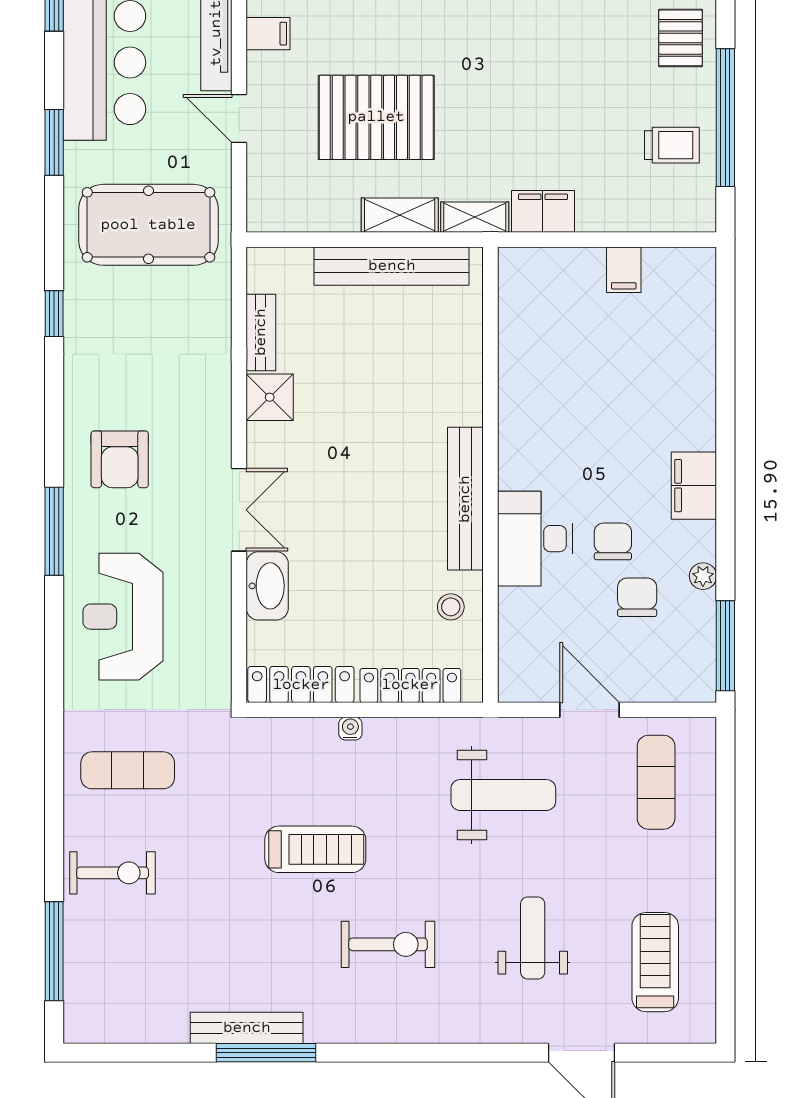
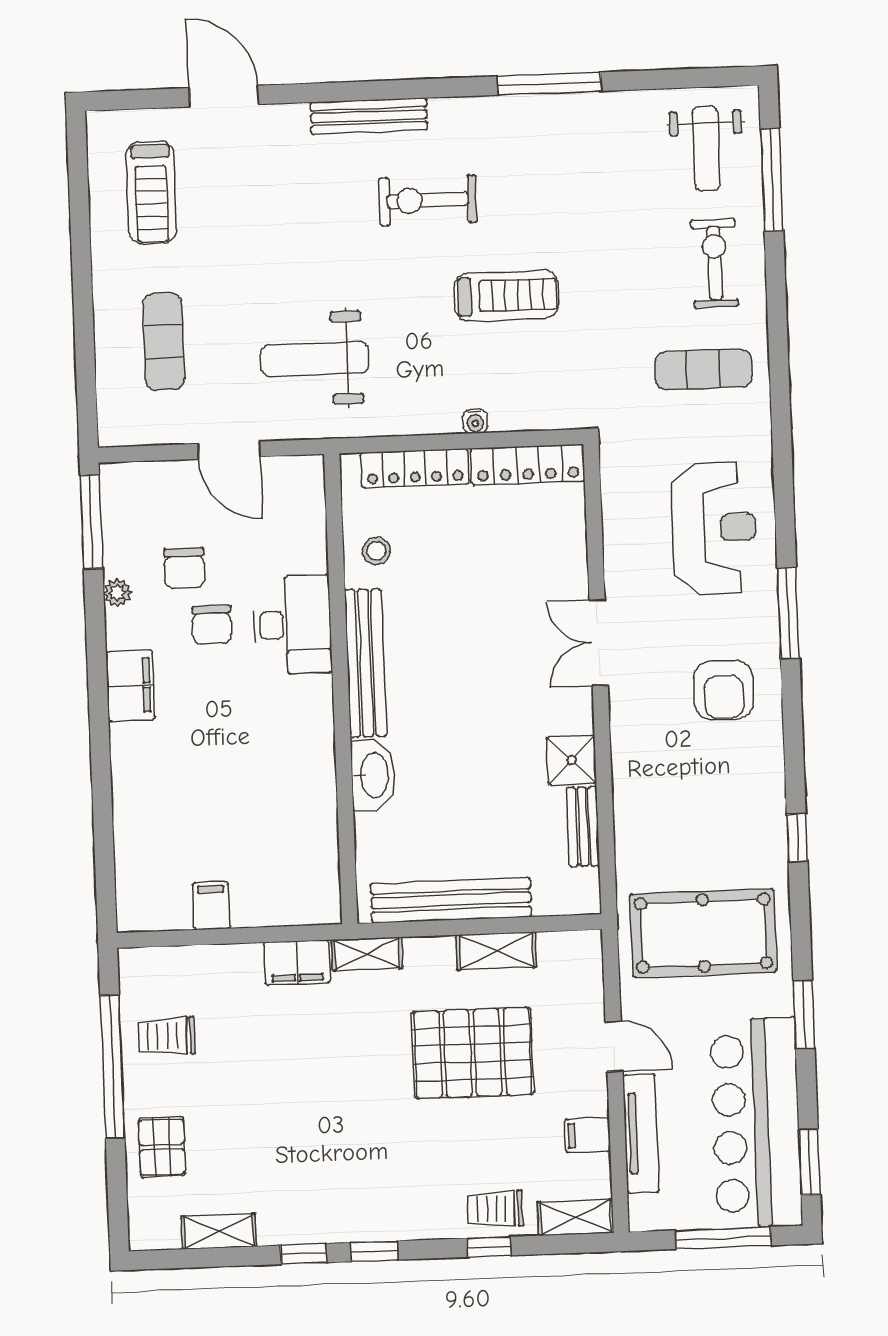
shelving: (400, 215) -> (496, 951), moved
armchair: (120, 459) -> (724, 690), turned 180
washbasin: (267, 586) -> (373, 775), moved, turned 180
exercise mat: (656, 782) -> (164, 342), moved
treadmill: (315, 849) -> (506, 295), turned 180
exercise bike: (113, 873) -> (715, 263), turned 90
weight bench: (533, 938) -> (706, 148), moved
bench: (247, 1028) -> (369, 116), moved

